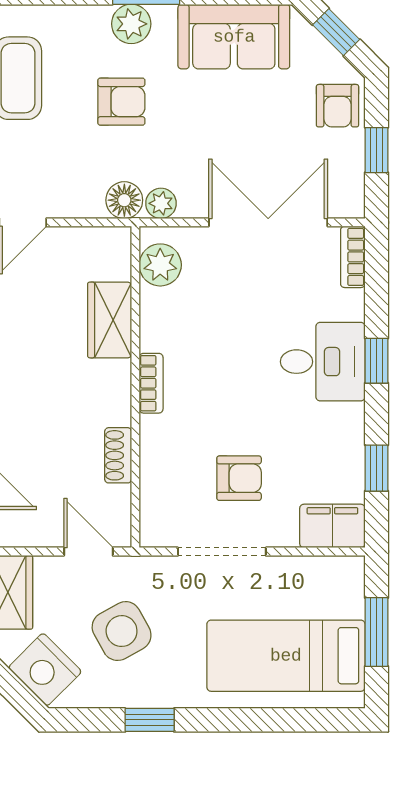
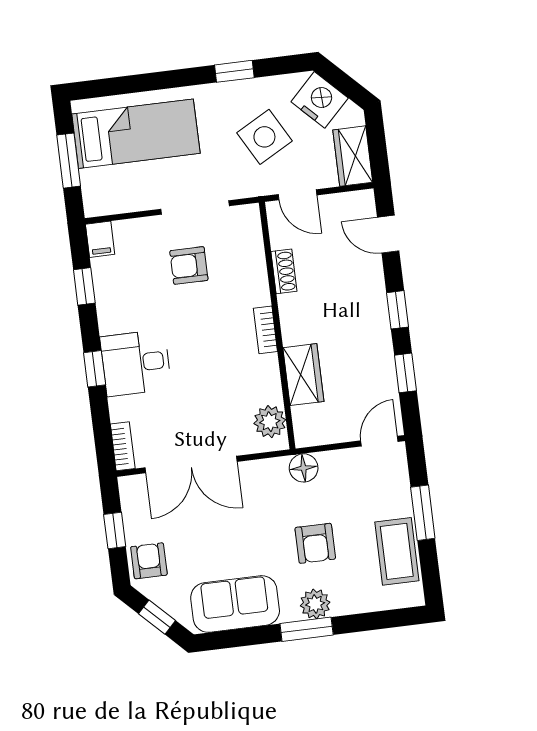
armchair: (121, 102) -> (315, 543), turned -90
plant: (161, 203) -> (275, 469), removed
filing cabinet: (332, 526) -> (100, 239), width x0.50

